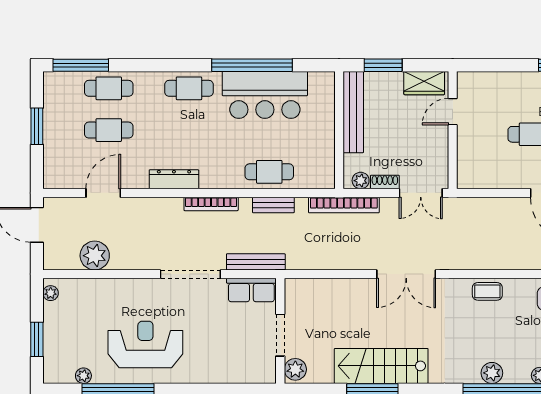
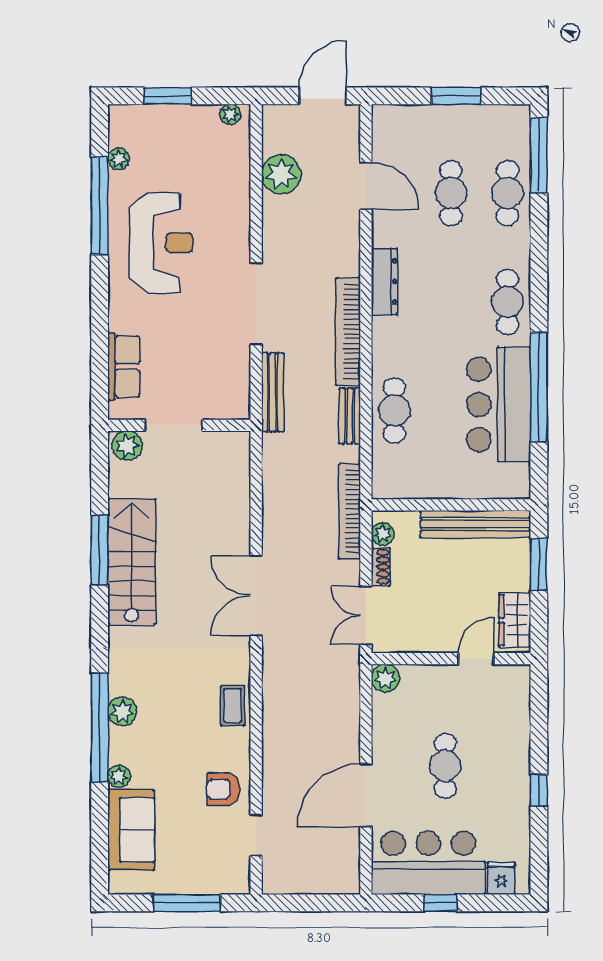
door: (453, 112) -> (476, 659), hinge flipped
plant: (467, 179) -> (385, 678), added
bookcase: (211, 204) -> (348, 332), width x1.48, depth x1.31
row of seats: (251, 290) -> (124, 367), moved, turned 180

